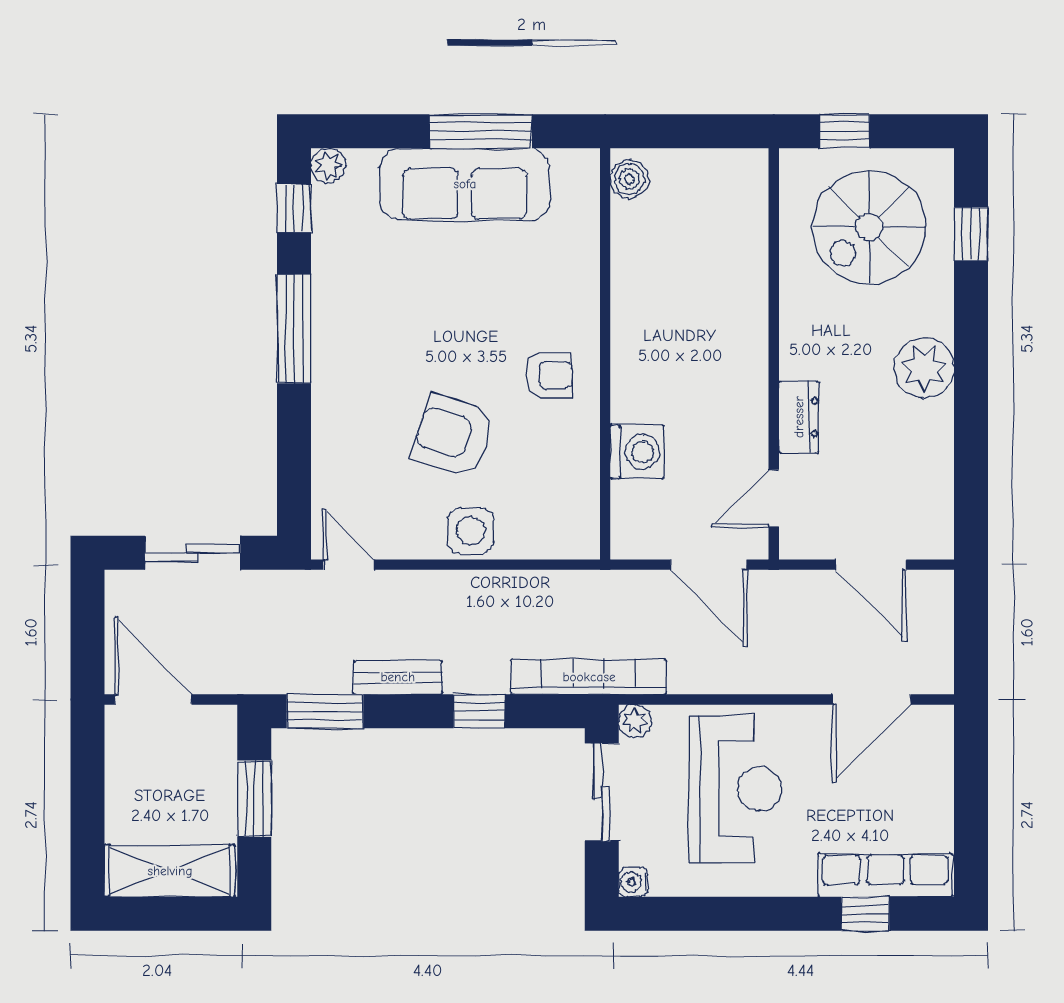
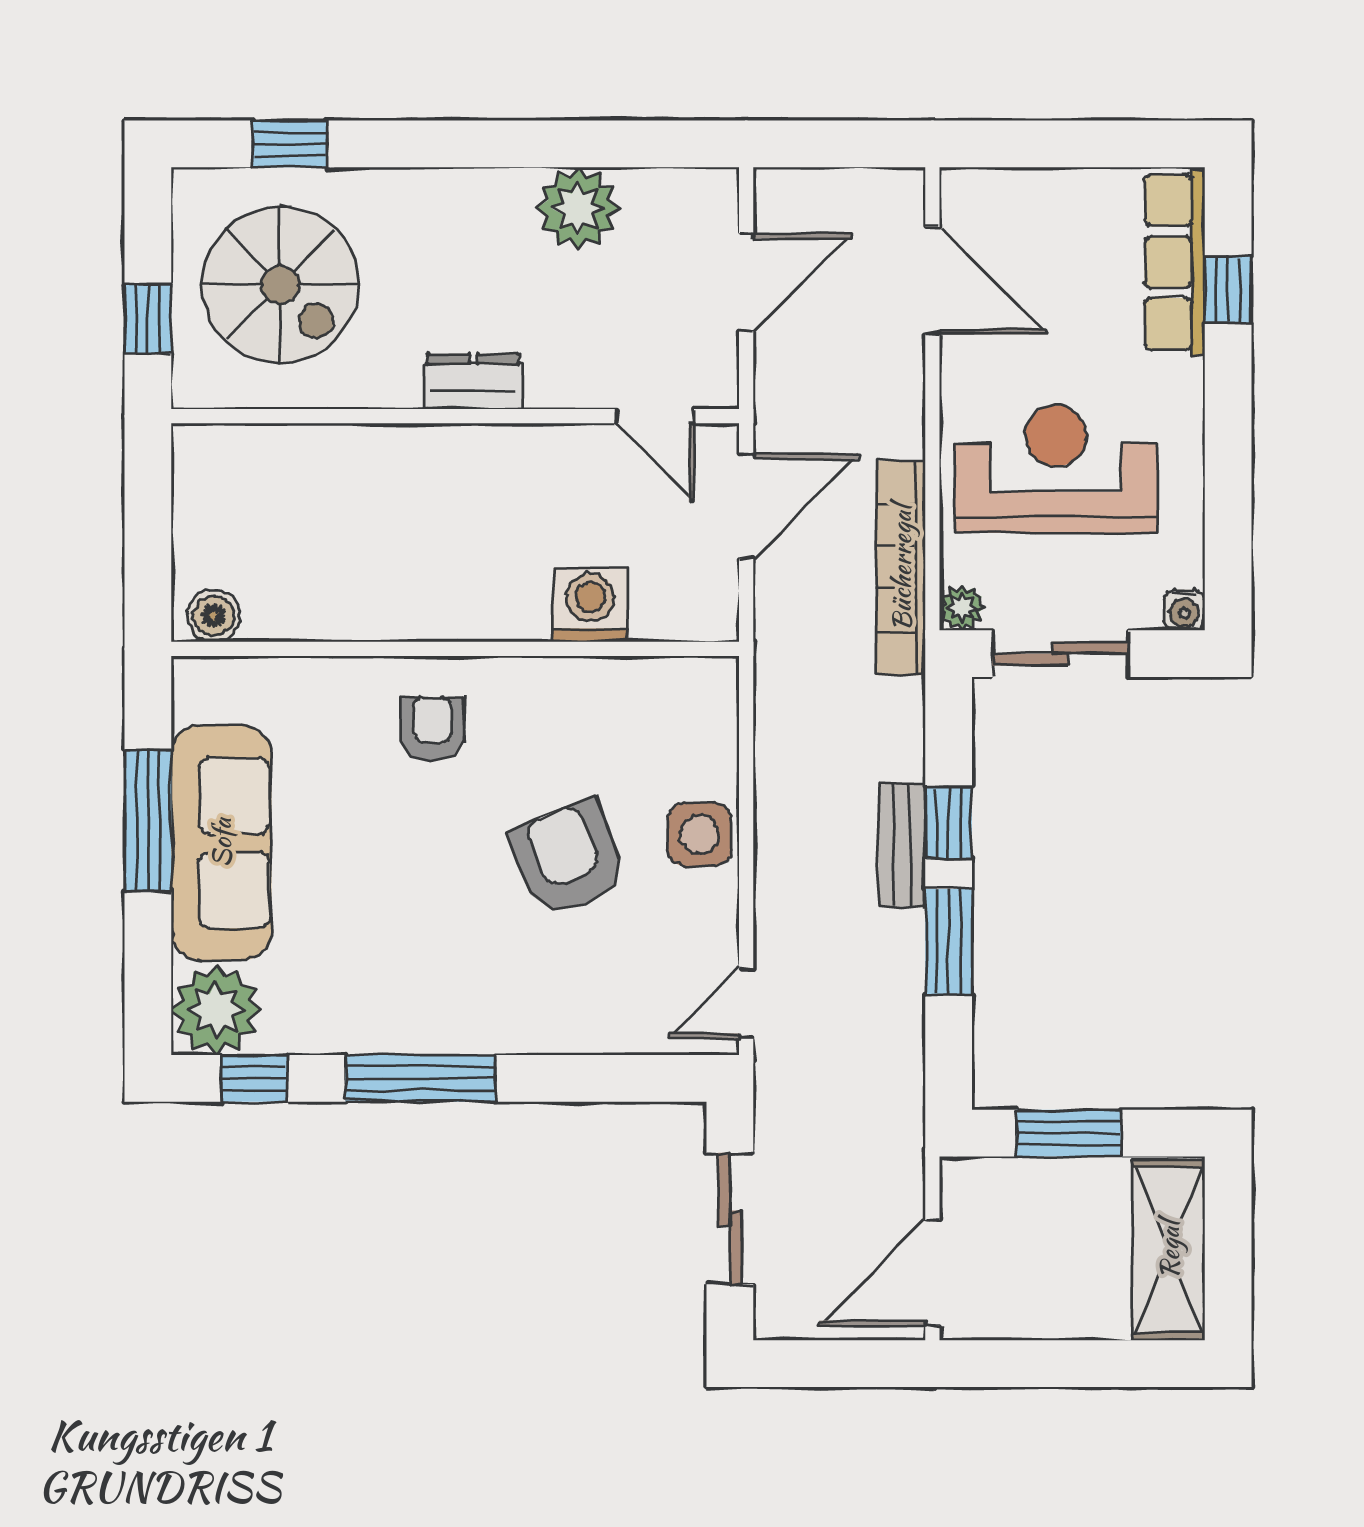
plant: (328, 165) -> (216, 1010), width x1.87, depth x1.87
plant: (924, 368) -> (578, 208), moved
armchair: (549, 375) -> (432, 729), moved
dresser: (799, 417) -> (473, 381), moved
armchair: (453, 435) -> (568, 859), turned 140
bench: (398, 677) -> (902, 845), moved
bookcase: (589, 677) -> (901, 568), moved
window: (325, 711) -> (949, 942), moved

